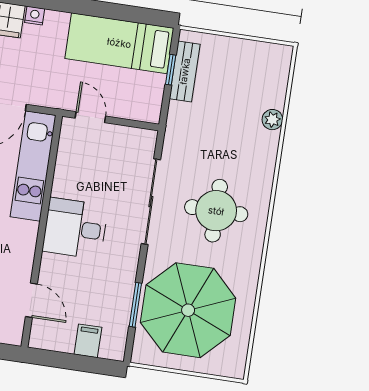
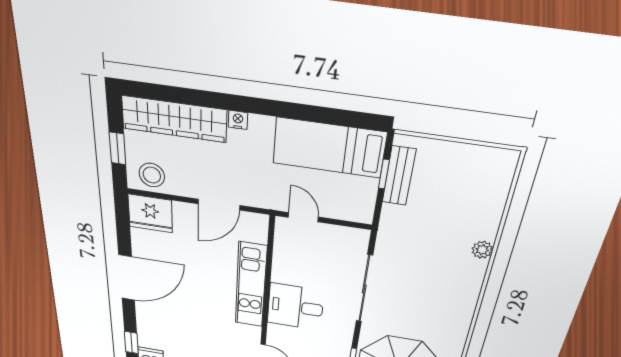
plant: (272, 120) -> (482, 250), moved
kitchen unit: (33, 166) -> (251, 285), moved
round table: (216, 211) -> (427, 298), removed

